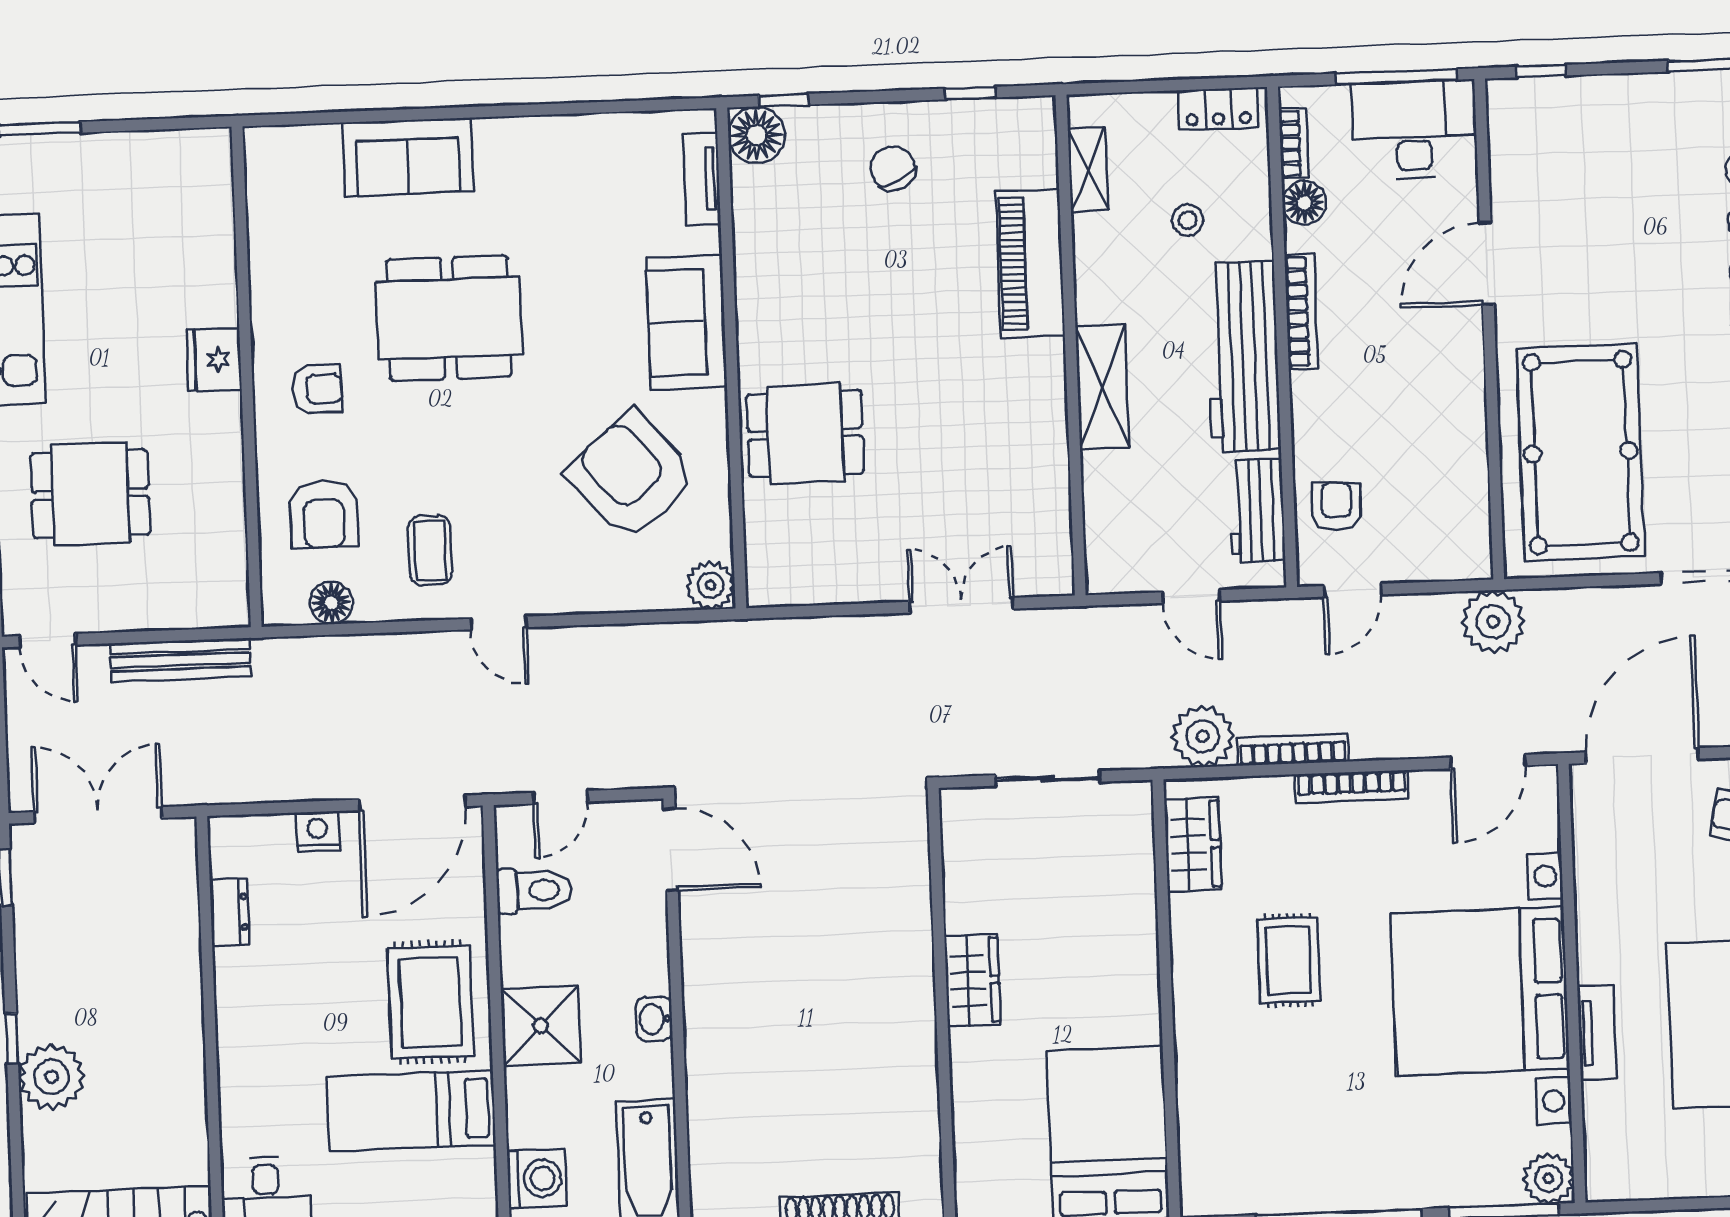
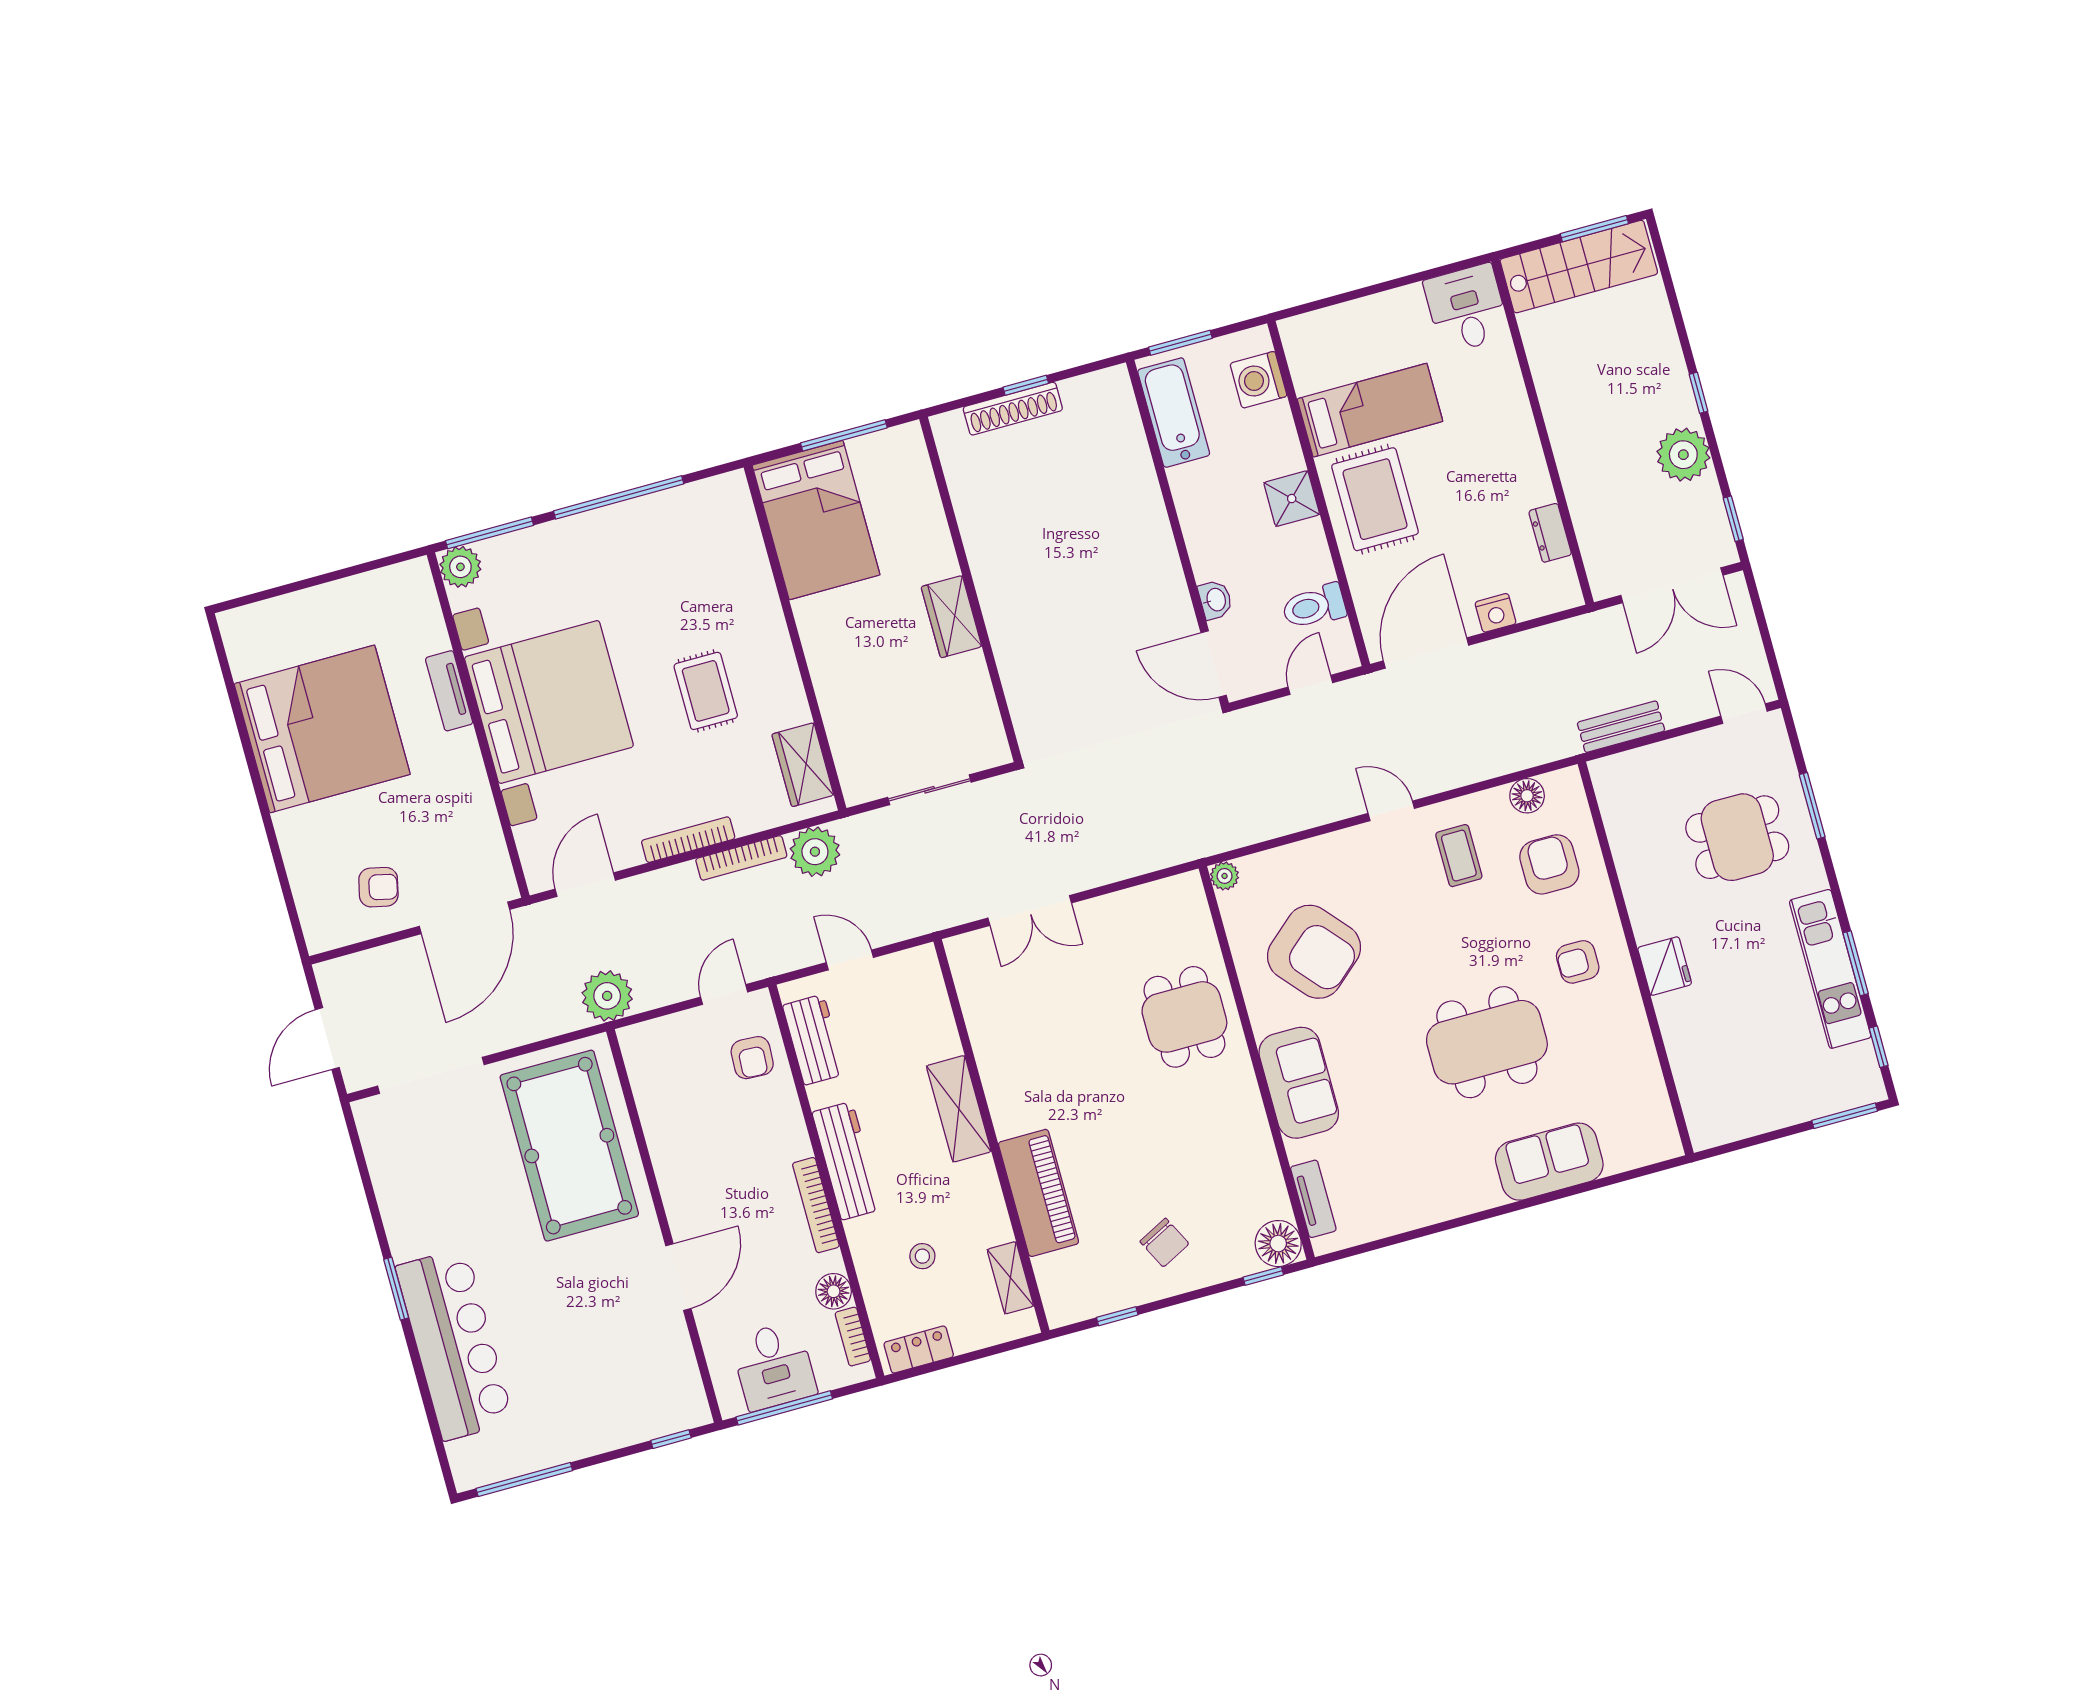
desk: (1414, 129) -> (774, 1366), width x0.73
workbench: (1243, 356) -> (847, 1161), width x0.73, depth x0.76
dining table: (805, 434) -> (1184, 1017), turned 90
plant: (711, 585) -> (1225, 876), width x0.73, depth x0.73
bench: (180, 660) -> (1621, 727), width x0.73
washbasin: (654, 1019) -> (1215, 600), moved
shower: (541, 1026) -> (1292, 499), width x0.73, depth x0.73
plant: (52, 1077) -> (1683, 455), moved

